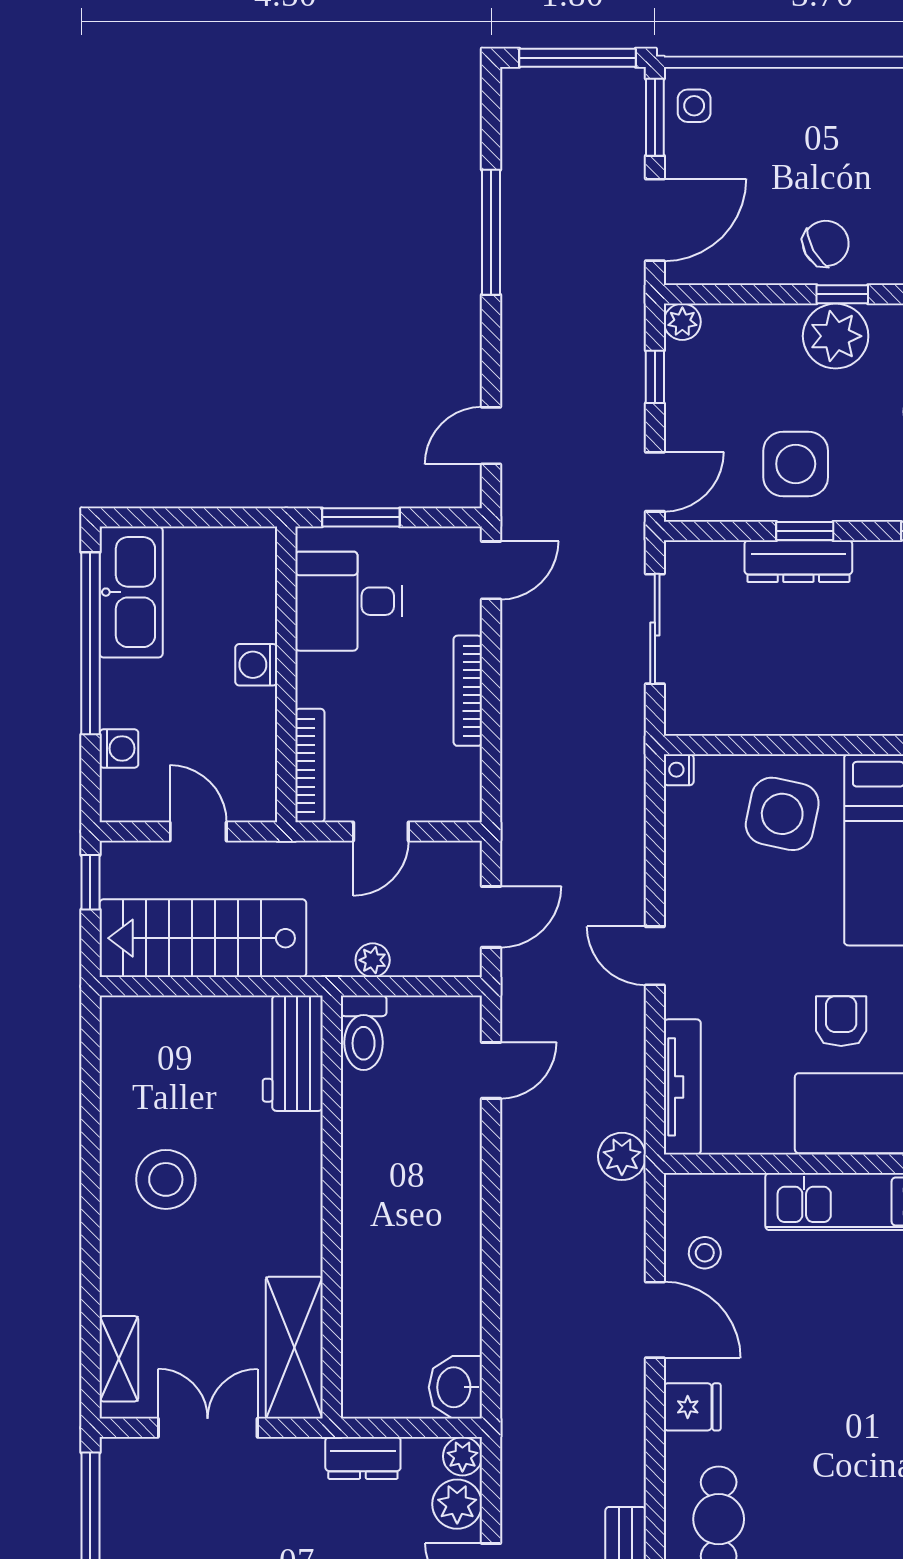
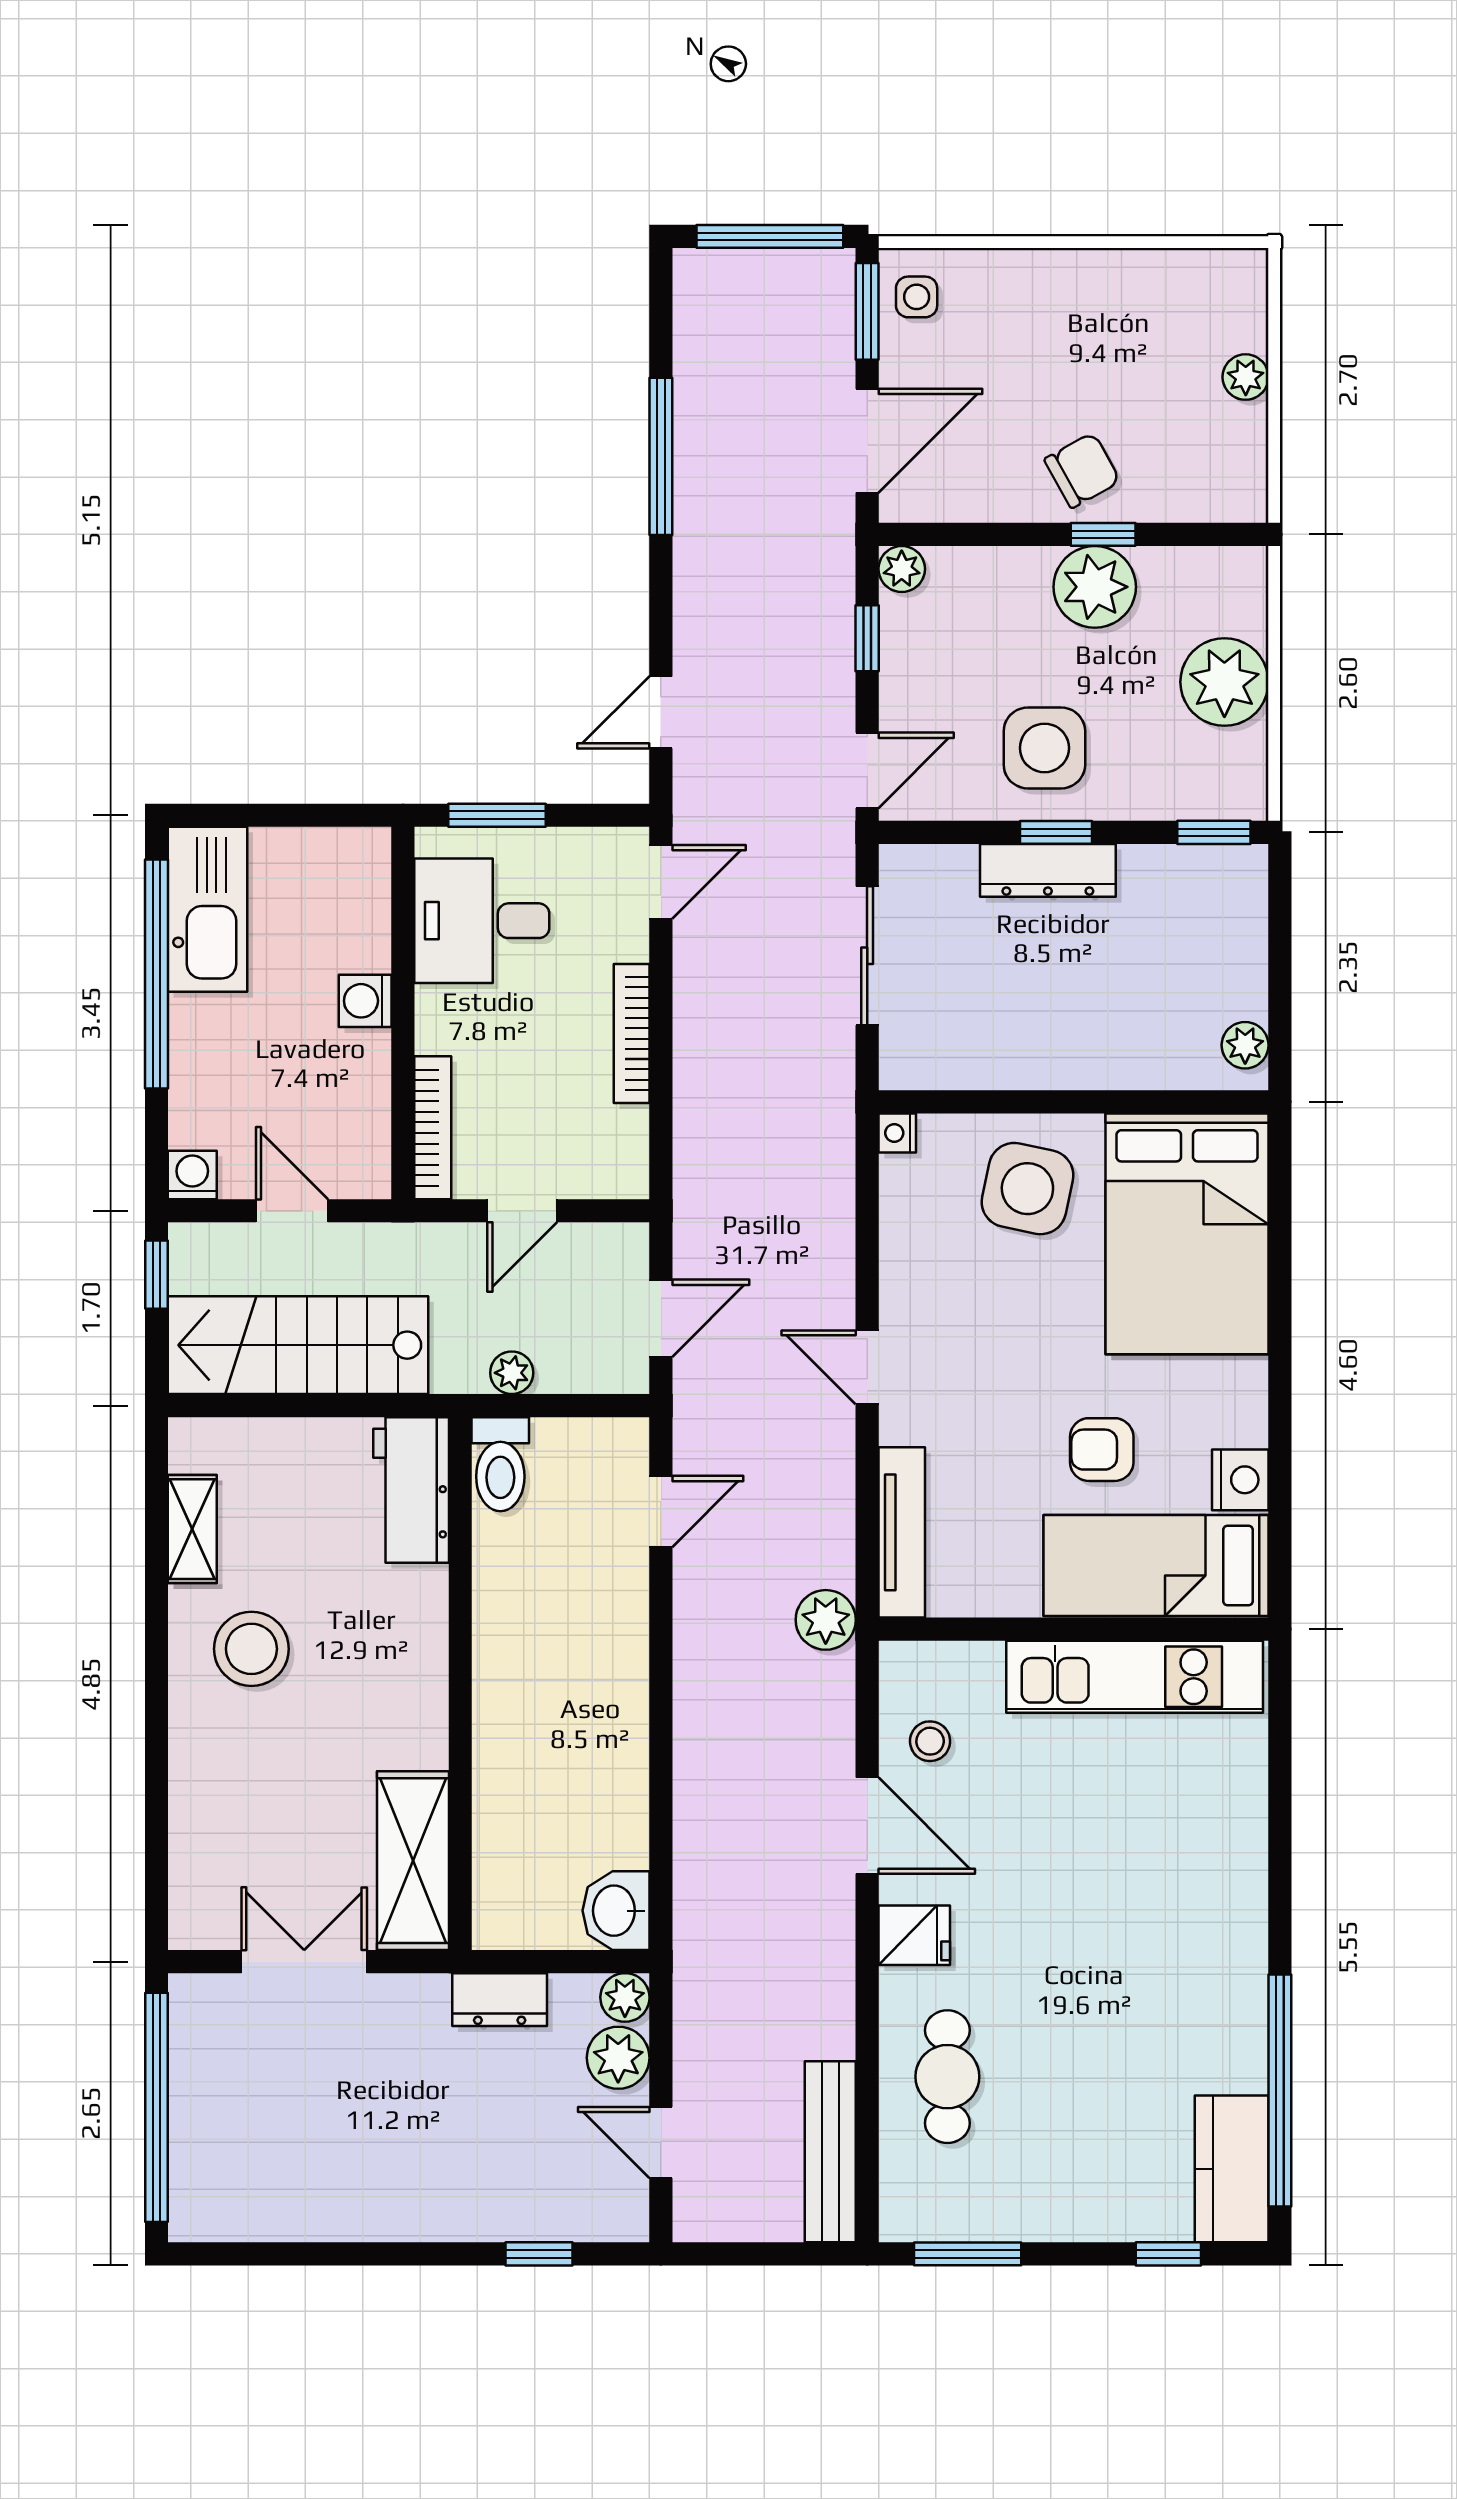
washing machine: (119, 748) -> (192, 1175), moved, turned -90
armchair: (841, 1021) -> (1102, 1450), turned -90
shelving: (119, 1359) -> (192, 1529), moved

